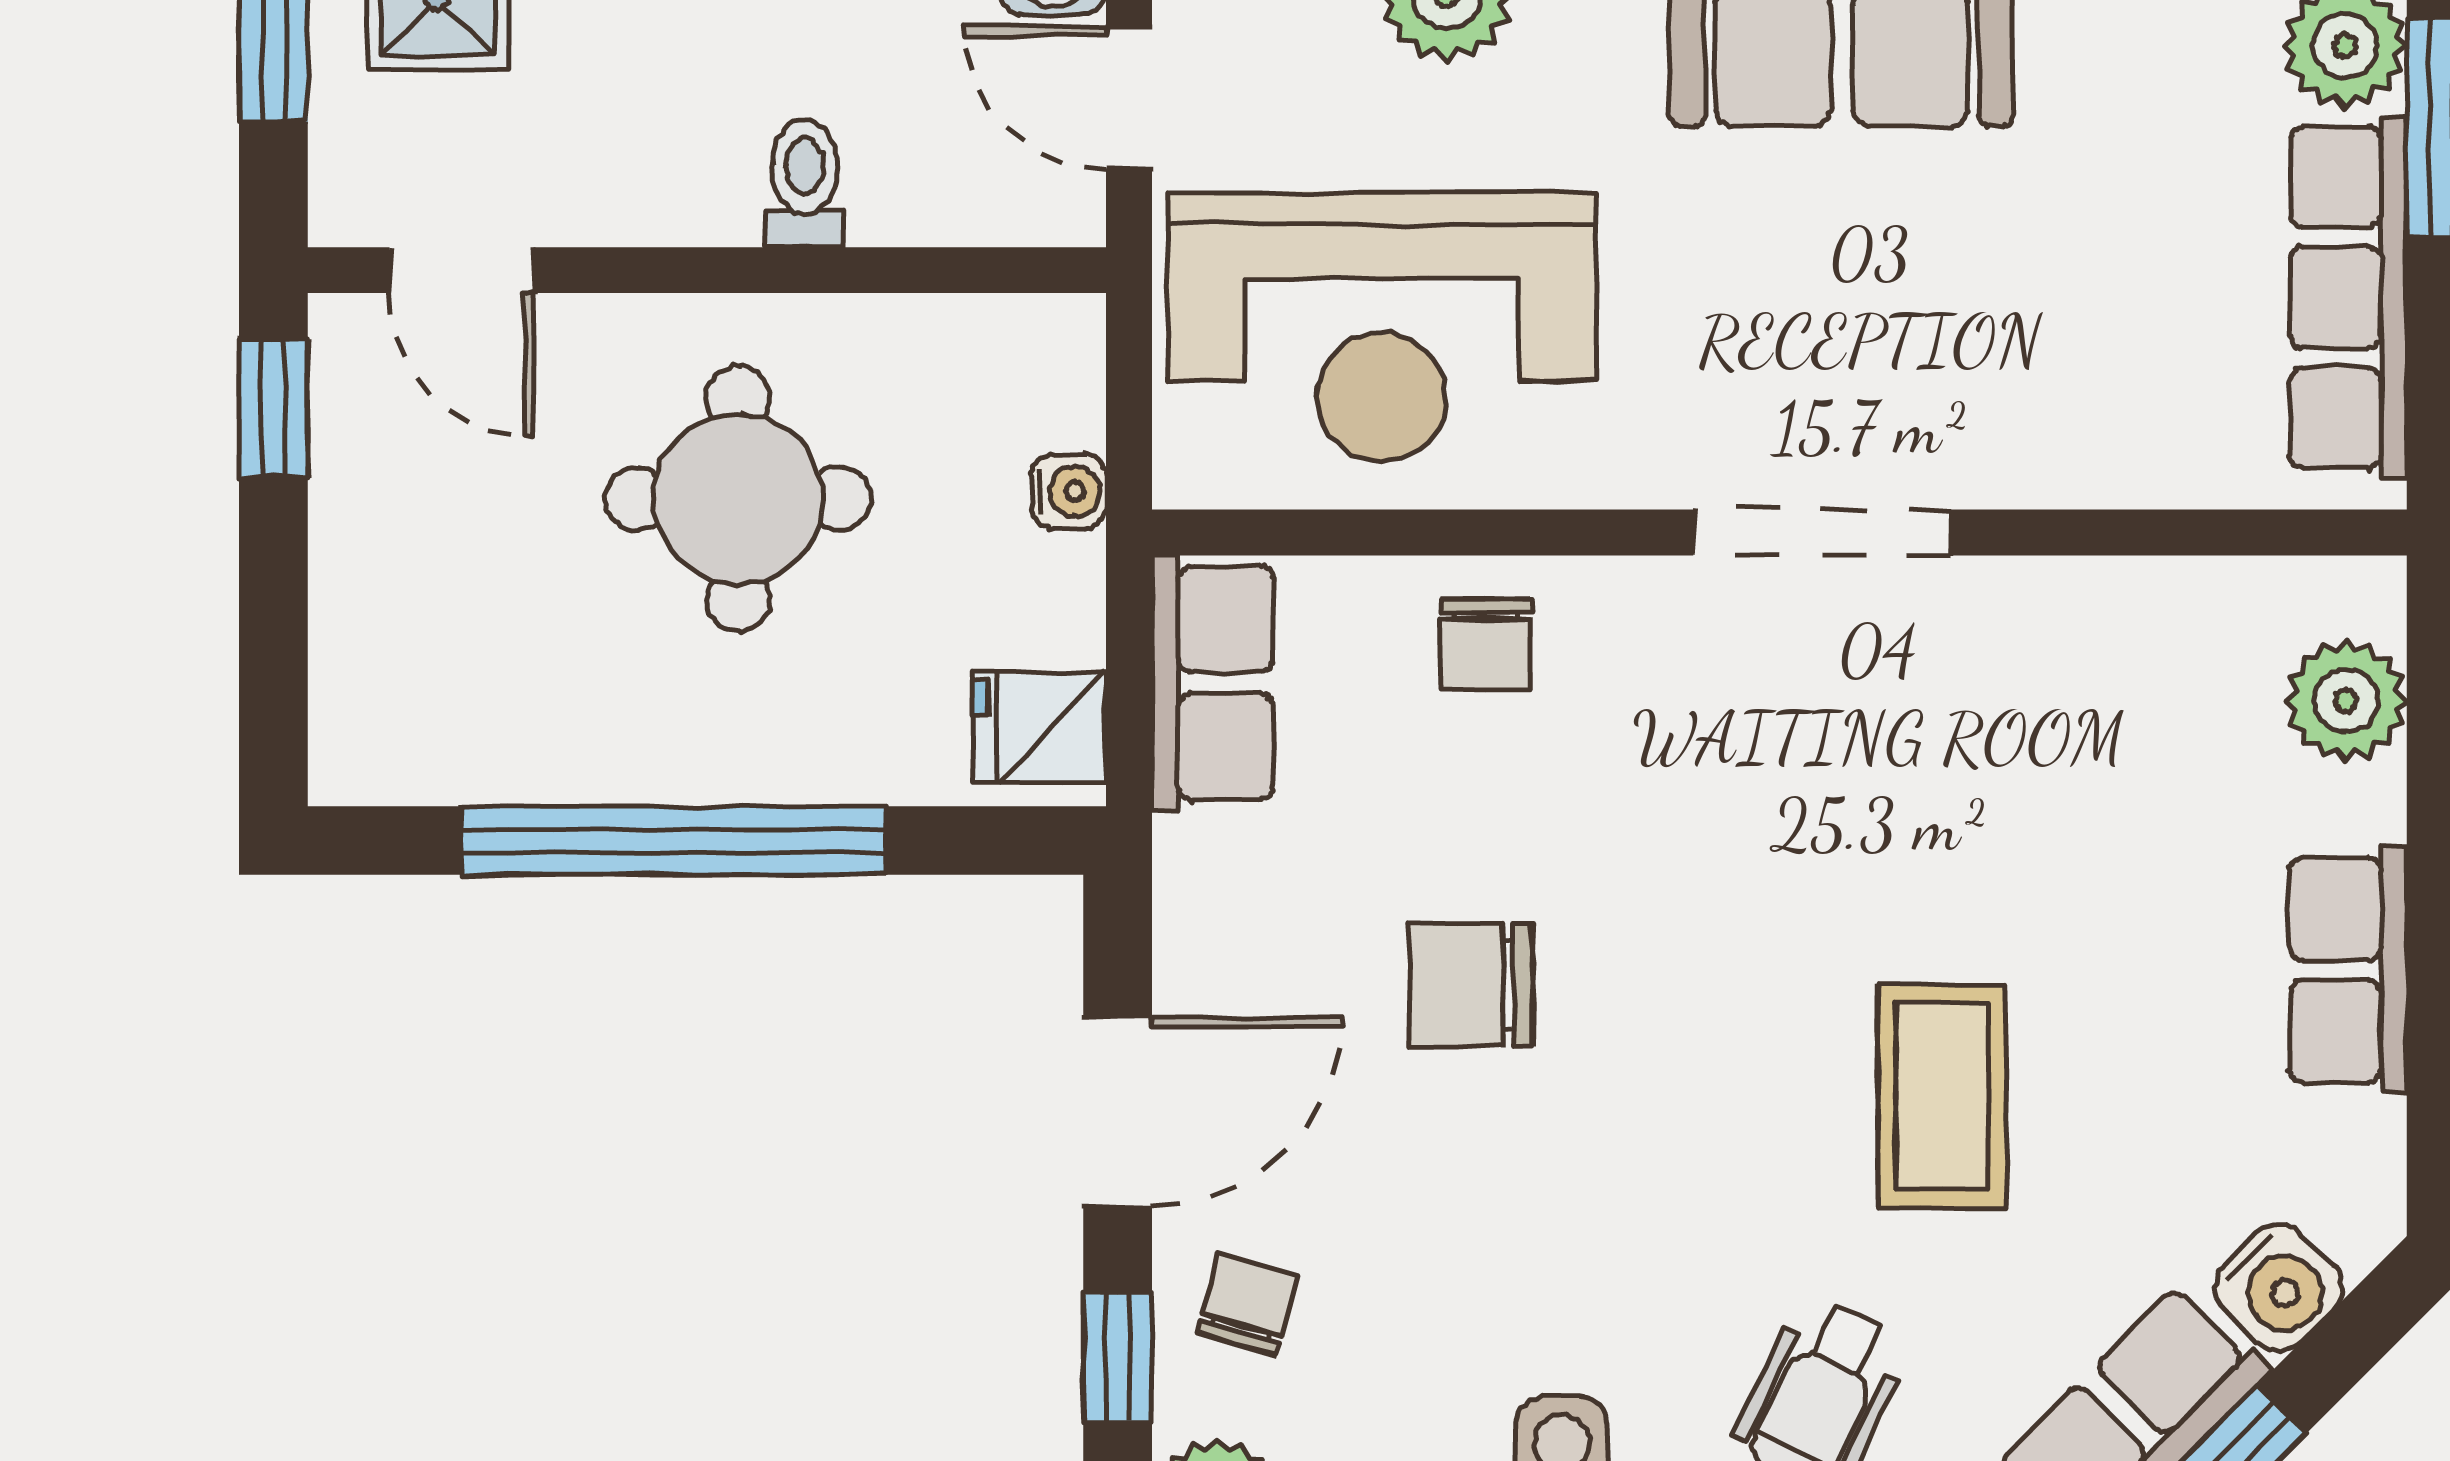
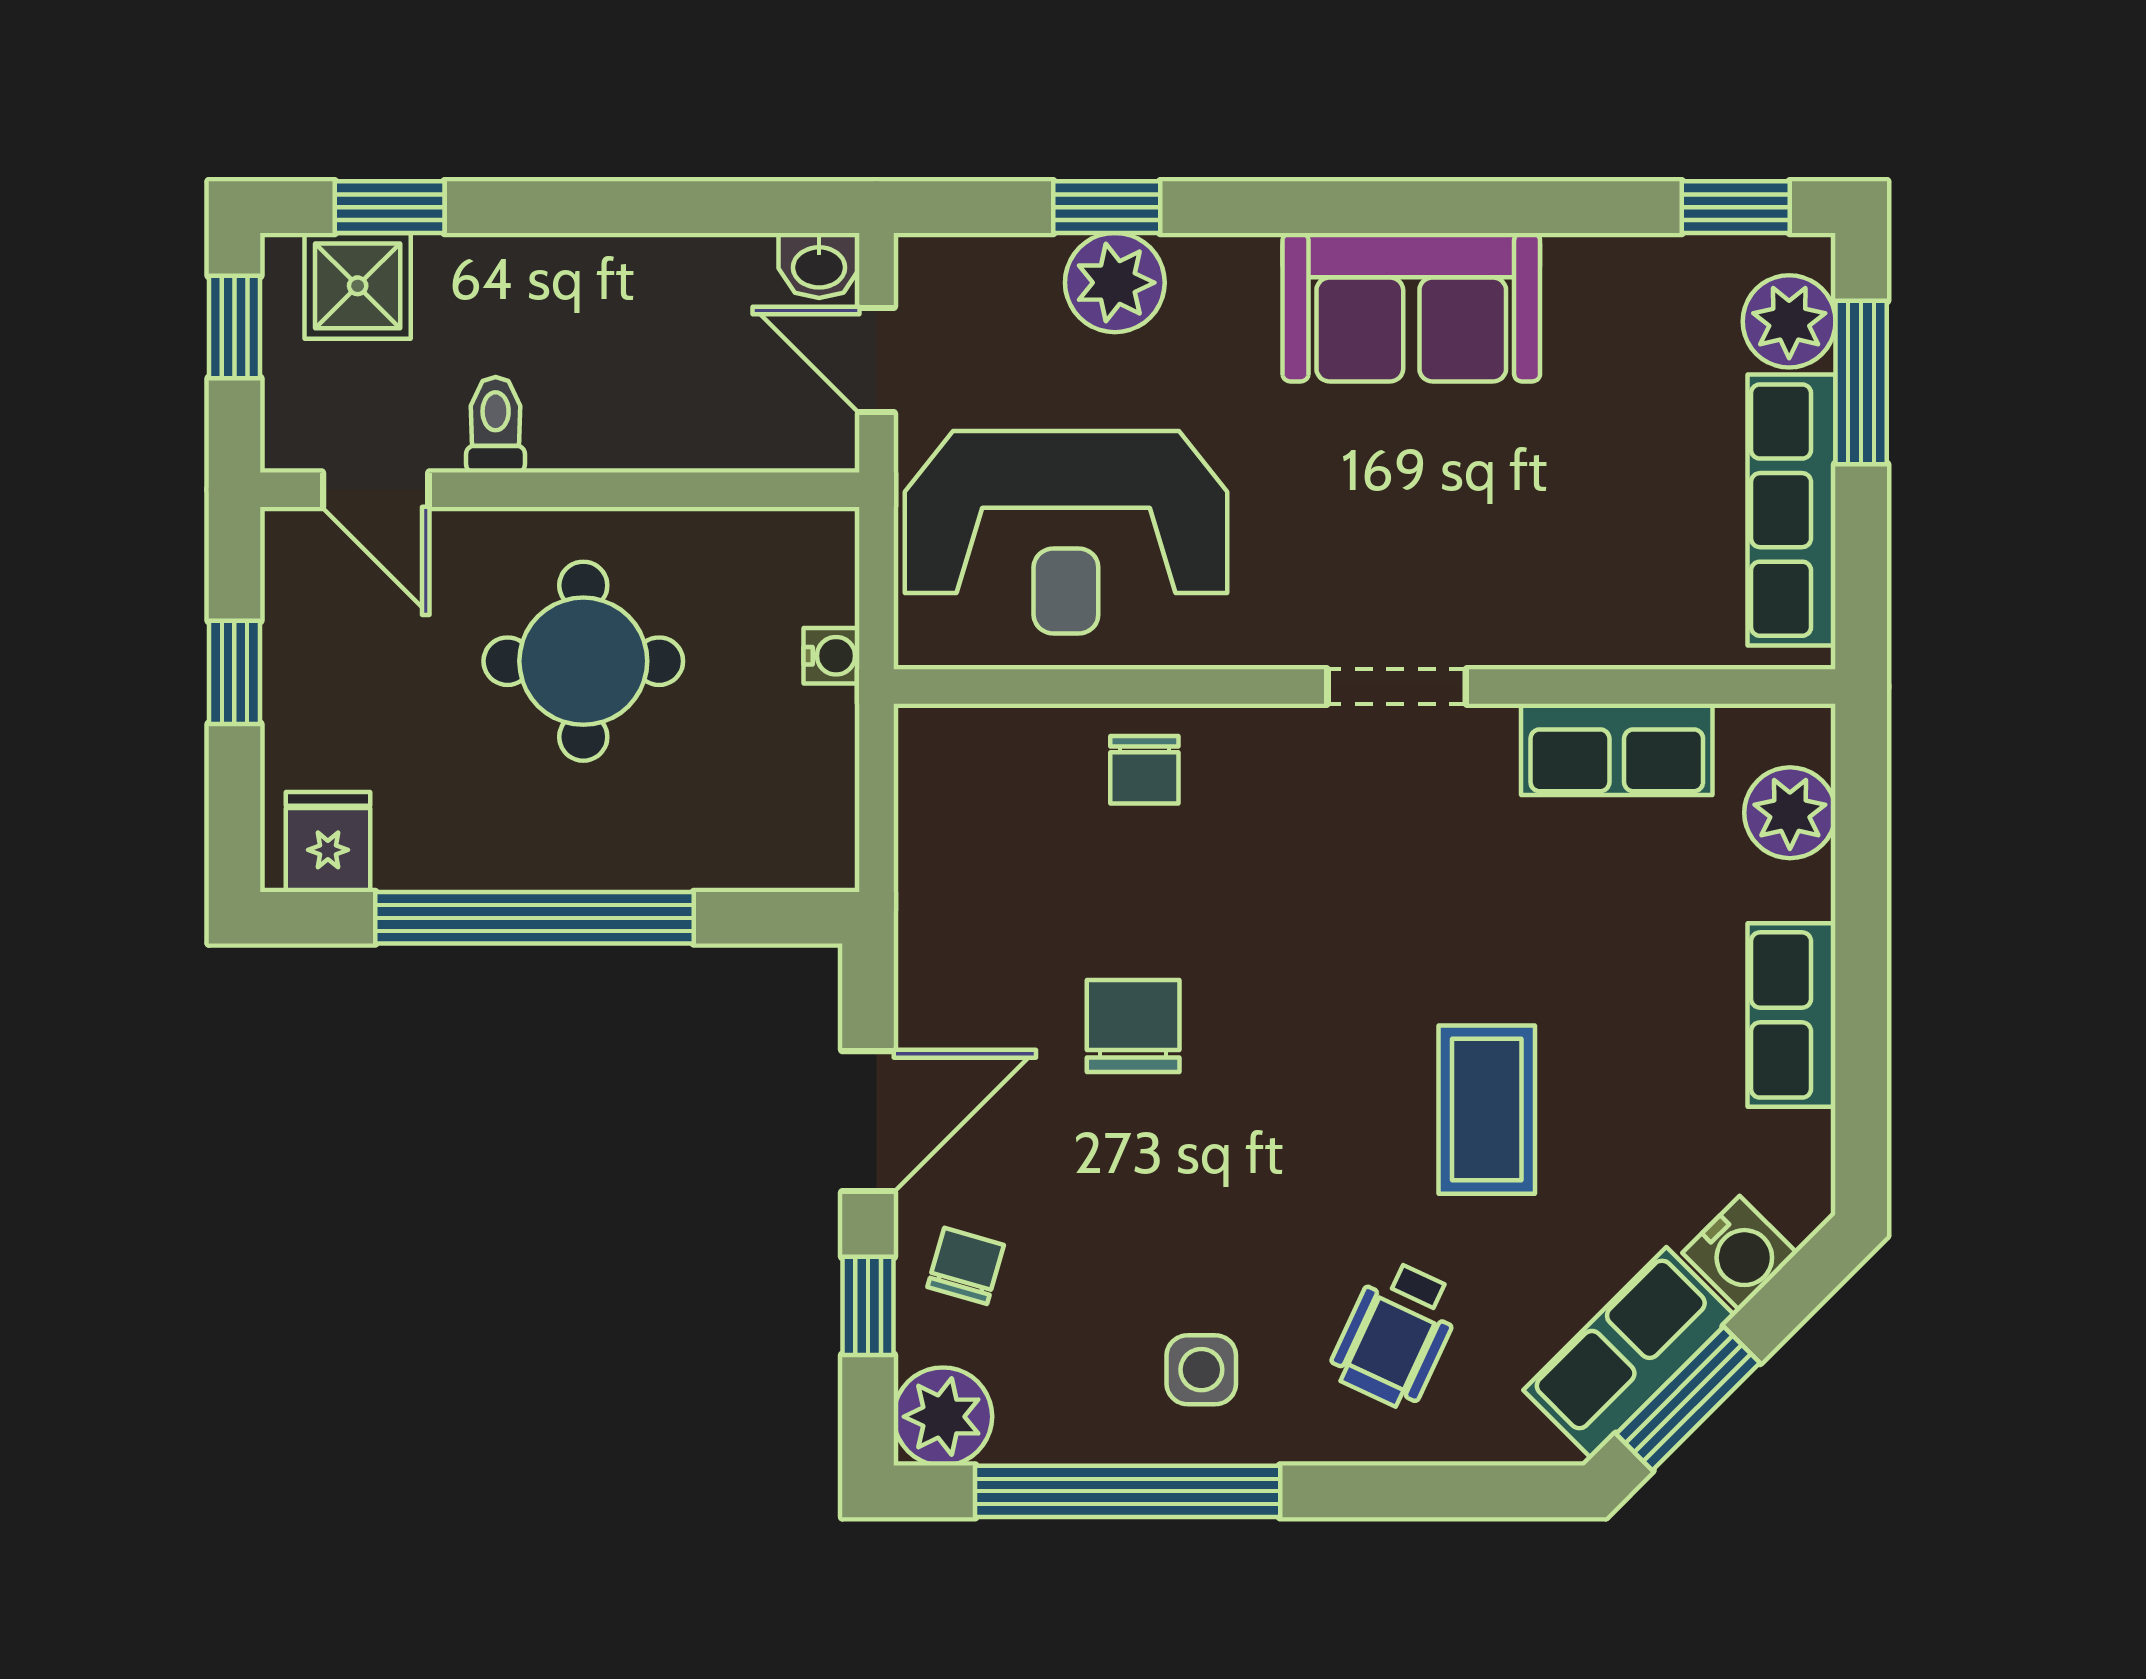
toilet: (805, 184) -> (496, 425), moved
window: (273, 408) -> (234, 672), moved
doorway: (1822, 532) -> (1397, 687), width x0.73
row of seats: (1213, 683) -> (1617, 749), moved, turned 90
fridge: (1039, 727) -> (328, 842), moved, turned 90
chair: (1471, 985) -> (1133, 1026), turned 90

